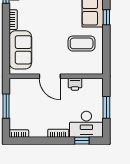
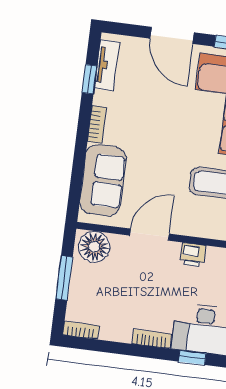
door: (50, 76) -> (150, 235), swing flipped
floor lamp: (20, 87) -> (94, 247), added

